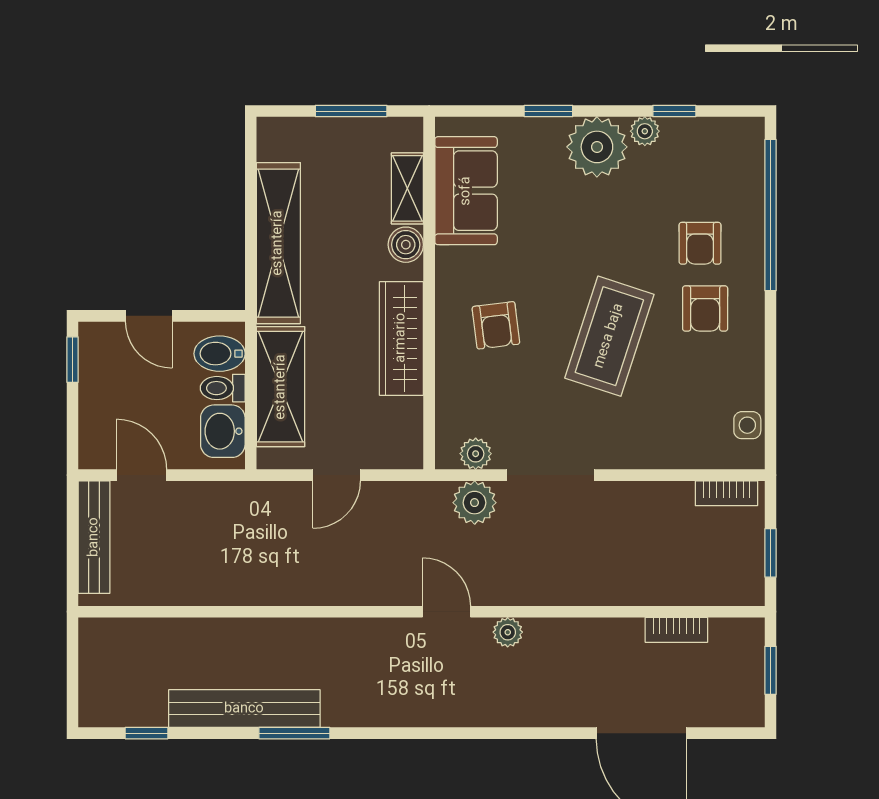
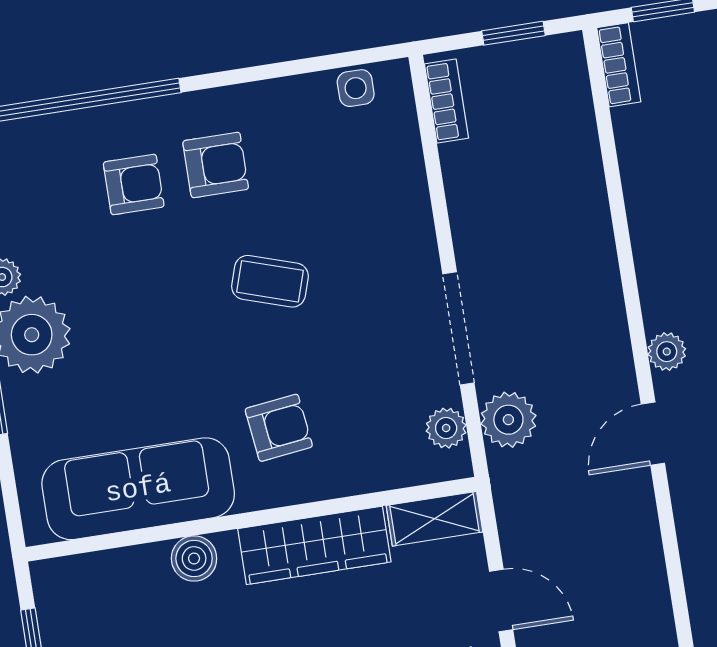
shelving: (407, 188) -> (434, 519), moved
sofa: (466, 191) -> (138, 489), width x1.36
coffee table: (609, 336) -> (270, 281), width x0.54, depth x0.58
bookcase: (676, 630) -> (619, 65), moved

